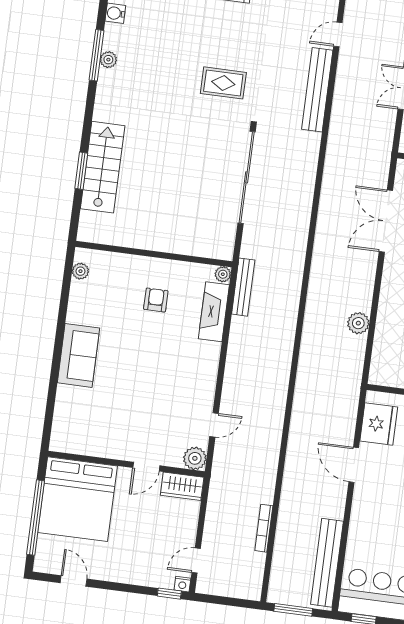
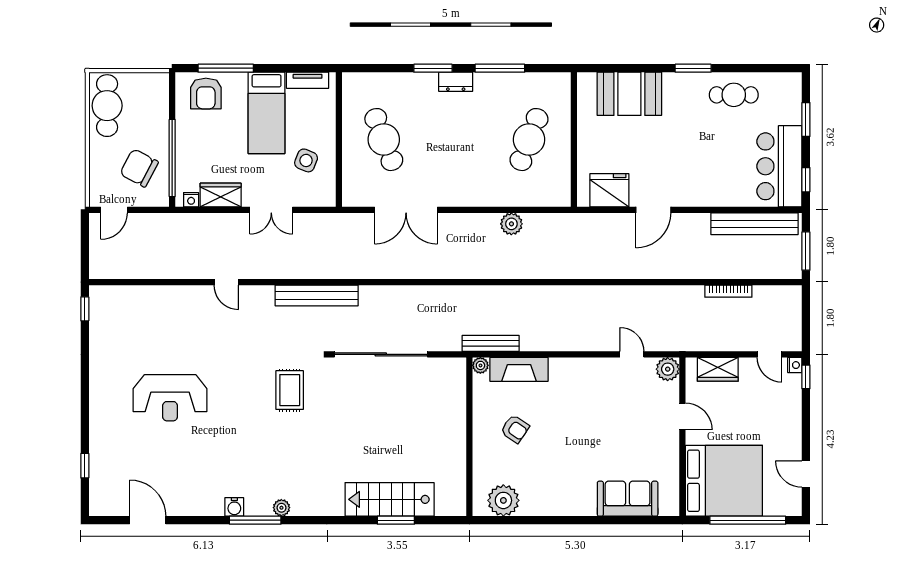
window: (96, 55) -> (255, 520), moved
bench: (317, 90) -> (317, 295), moved
plant: (80, 271) -> (503, 500), width x1.88, depth x1.88
armchair: (156, 300) -> (515, 429), turned -146
sofa: (79, 355) -> (628, 499), moved
wardrobe: (182, 486) -> (718, 369), moved, turned 90
door: (74, 581) -> (806, 474), hinge flipped

